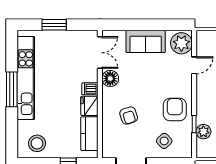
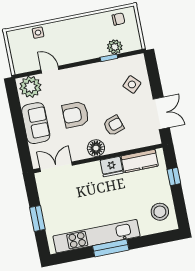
floor lamp: (110, 79) -> (96, 148), moved
dishwasher: (90, 89) -> (94, 170), removed
armchair: (175, 109) -> (76, 115), moved

